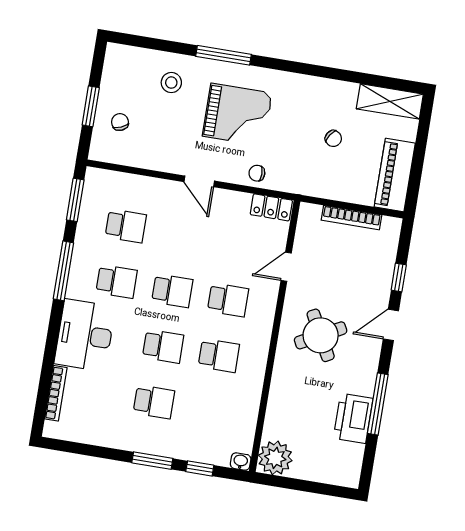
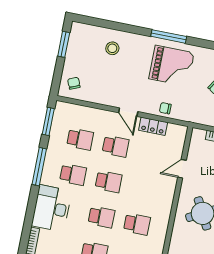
window: (224, 55) -> (169, 36), moved
window: (91, 106) -> (64, 44), moved
grand piano: (237, 115) -> (172, 66), moved
chair: (120, 122) -> (74, 83), moved
locker: (271, 207) -> (153, 126), moved
school desk: (228, 300) -> (116, 146), moved

